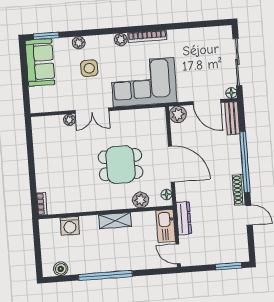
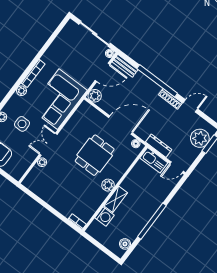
double door: (92, 111) -> (48, 144), swing flipped
plant: (141, 200) -> (108, 185), moved
shelving: (115, 221) -> (116, 199), moved
plant: (226, 252) -> (200, 138), added

